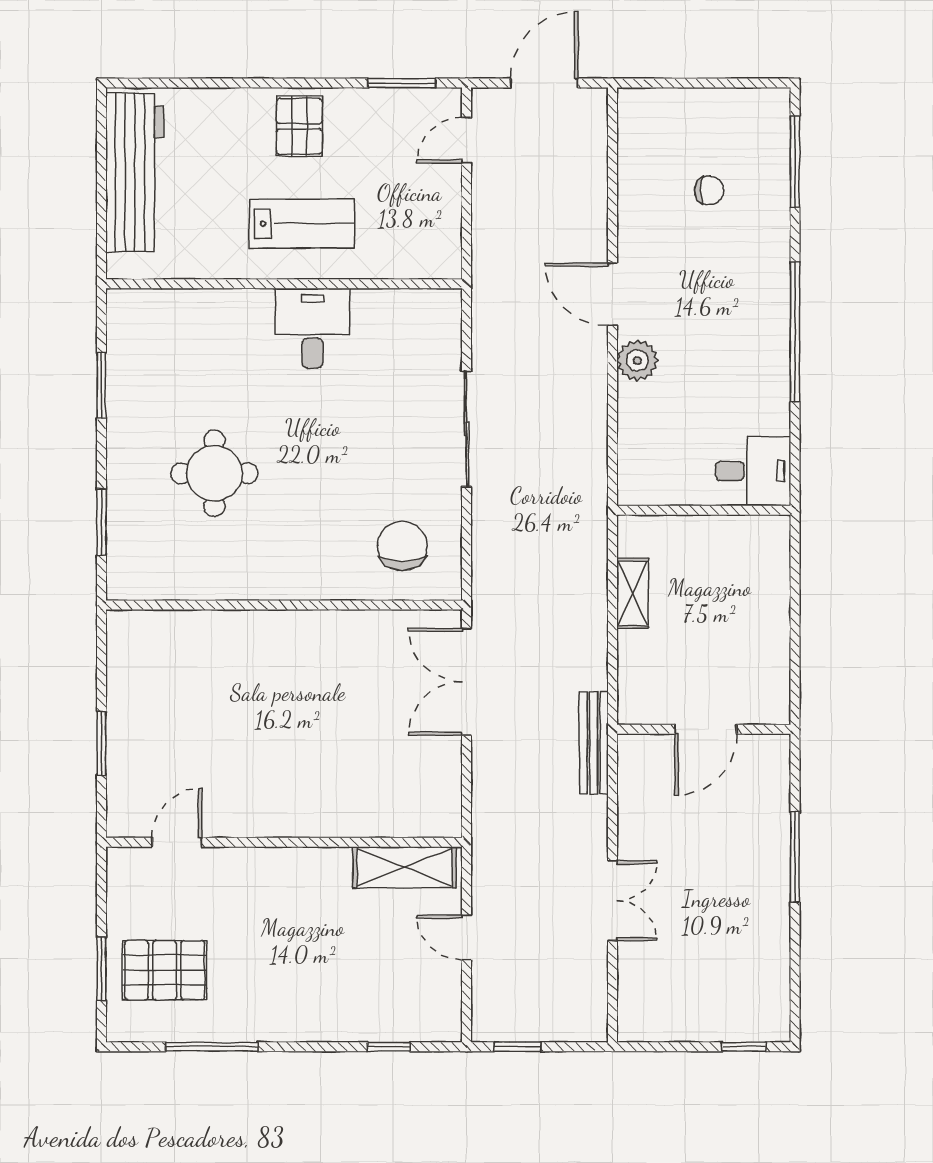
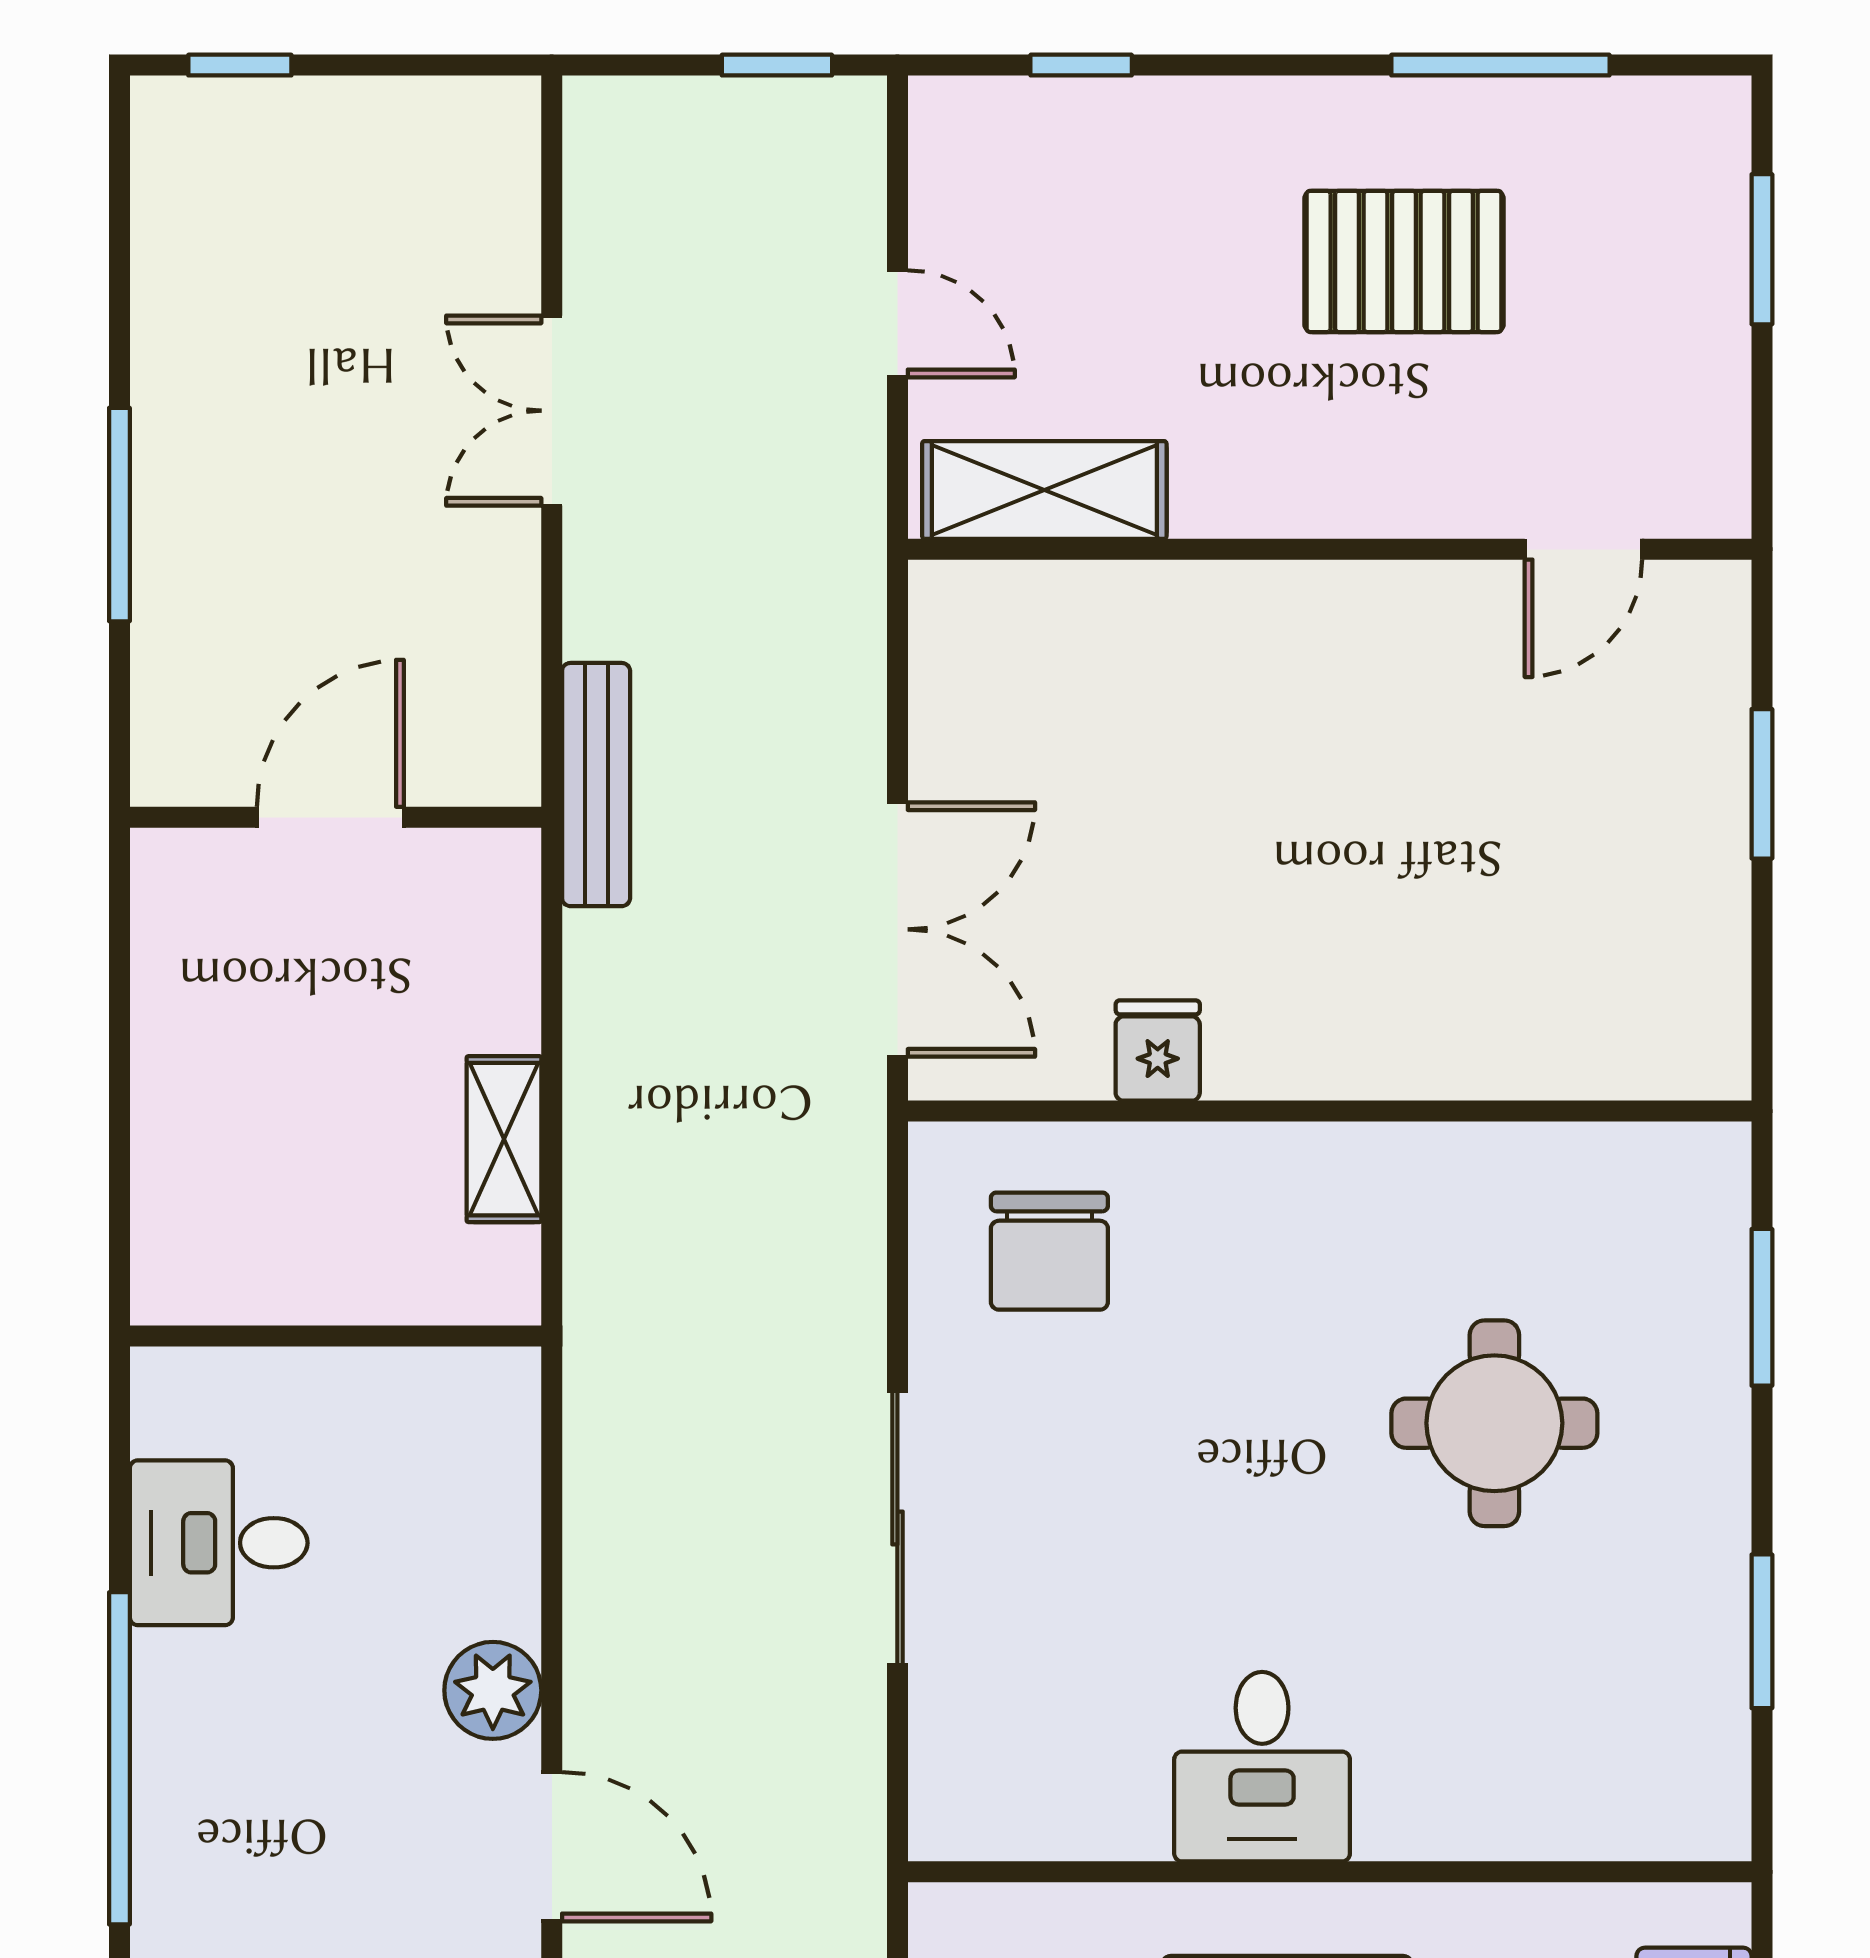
desk: (753, 471) -> (219, 1543), moved
fridge: (357, 631) -> (1158, 1051), added
pallet: (165, 970) -> (1404, 261), moved

